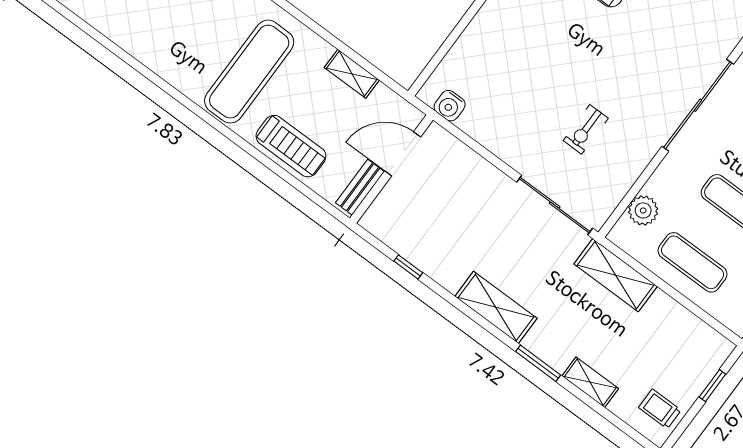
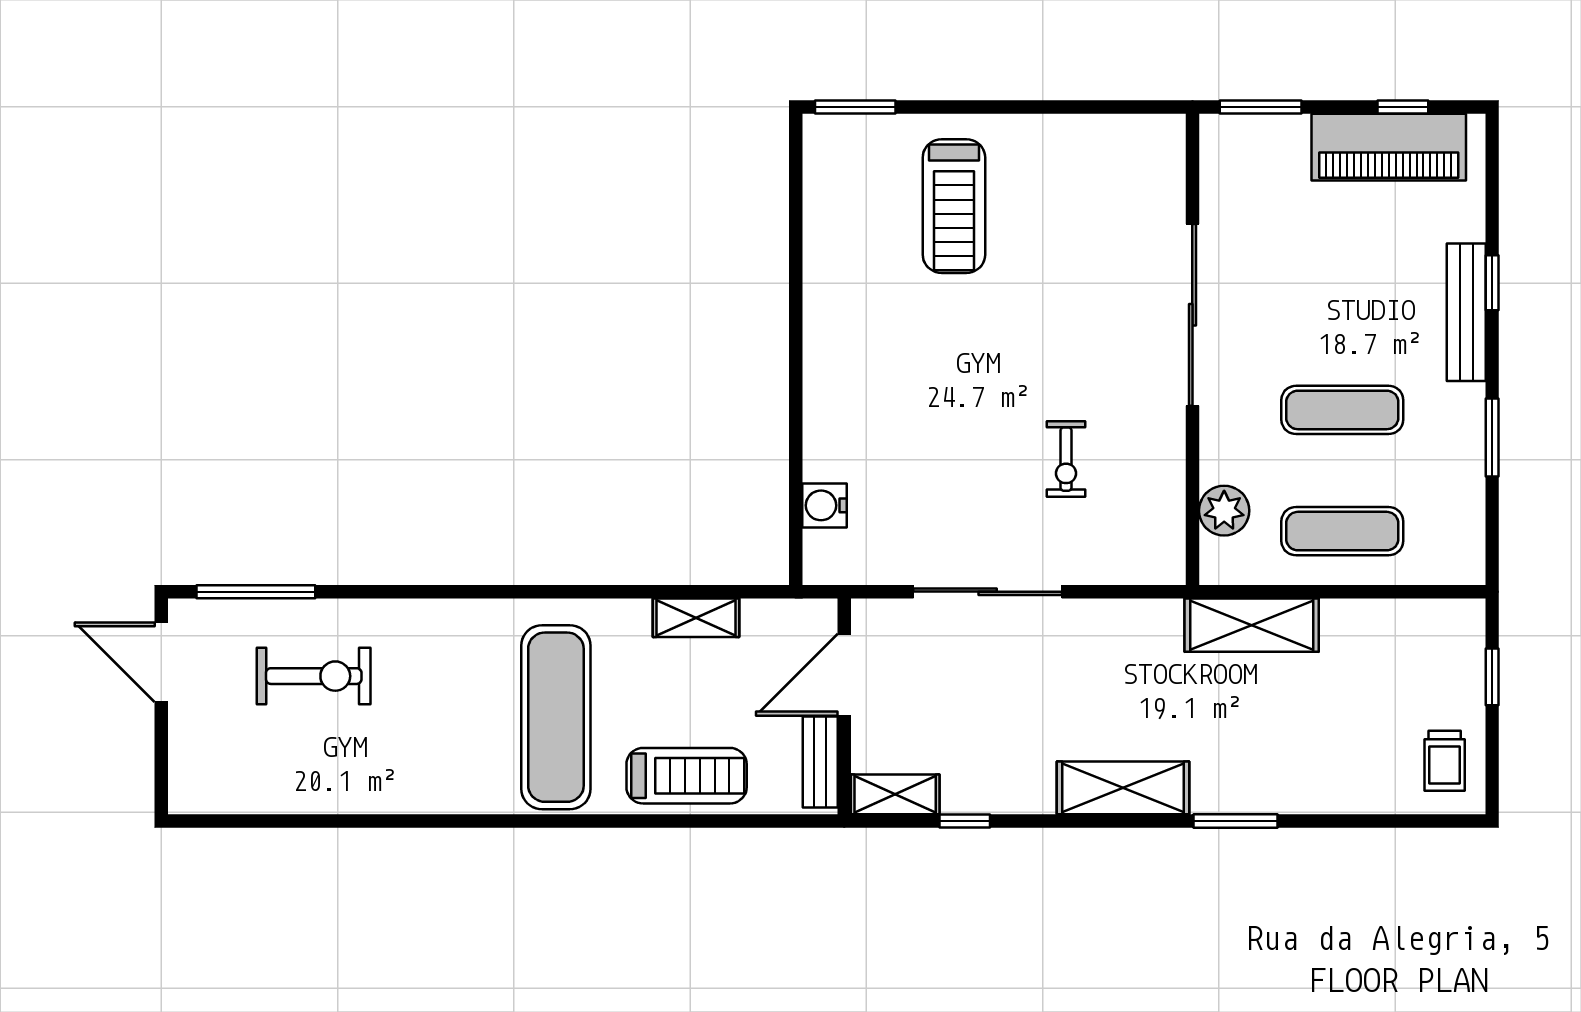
water cooler: (450, 106) -> (825, 505), moved, turned 90
sliding door: (555, 205) -> (988, 592), moved
shelving: (590, 382) -> (895, 794), moved
trolley: (660, 409) -> (1445, 761), turned -90

